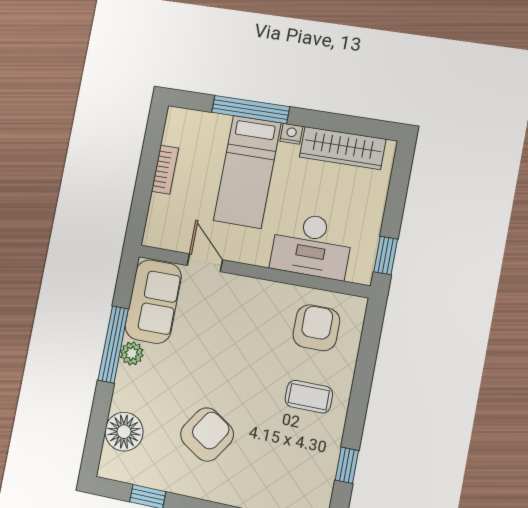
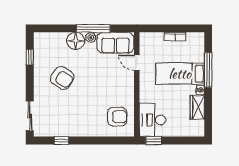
wardrobe: (342, 148) -> (197, 107), width x0.67
desk: (312, 246) -> (152, 120), moved
door: (205, 263) -> (137, 63), swing flipped
coffee table: (309, 397) -> (87, 119), removed
floor lamp: (124, 432) -> (76, 41), moved

